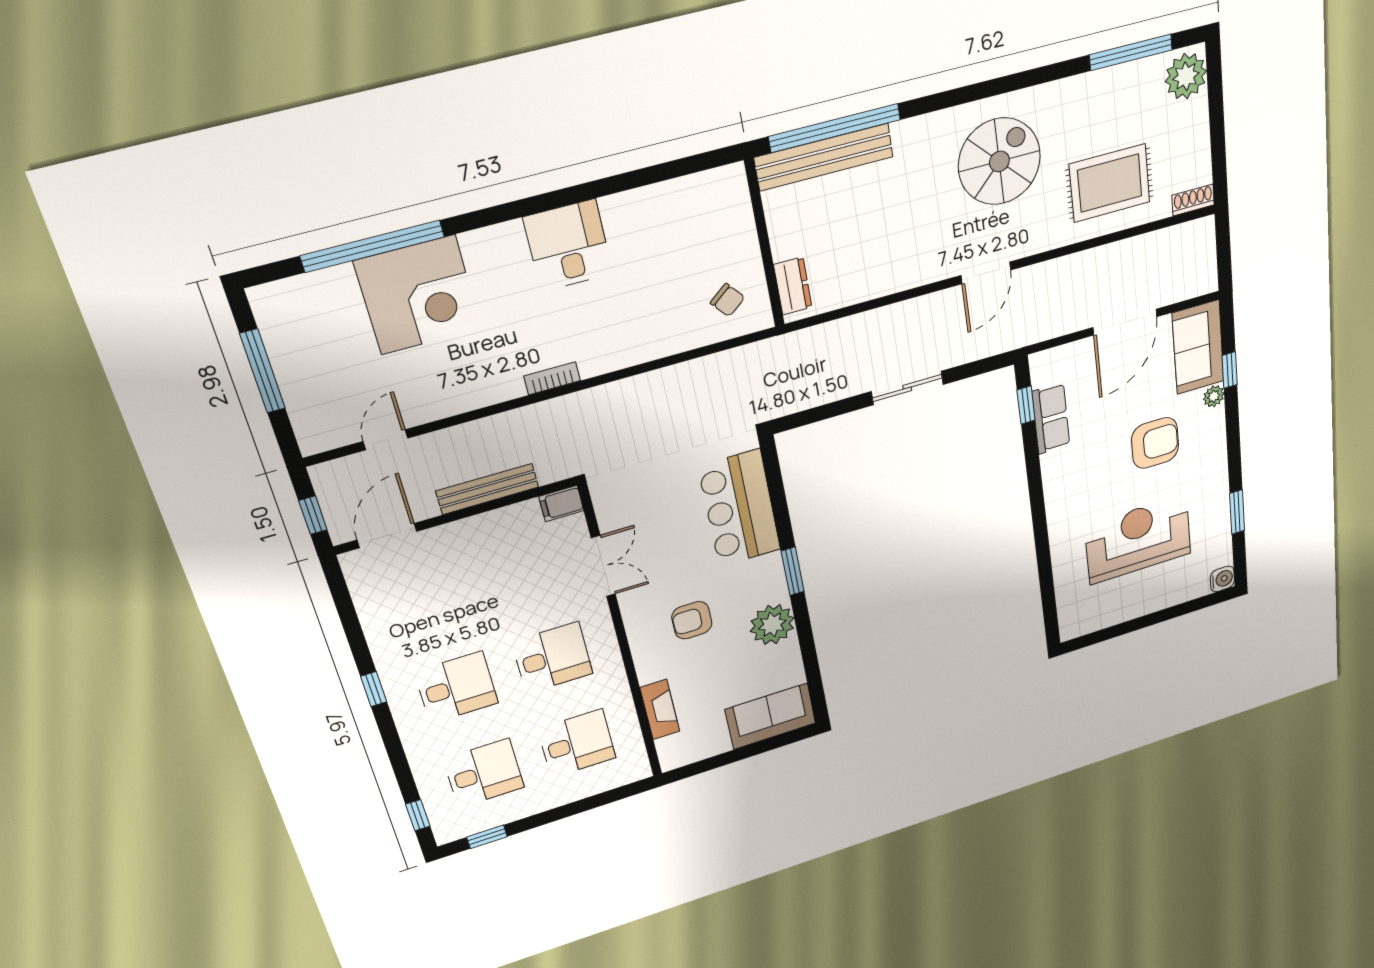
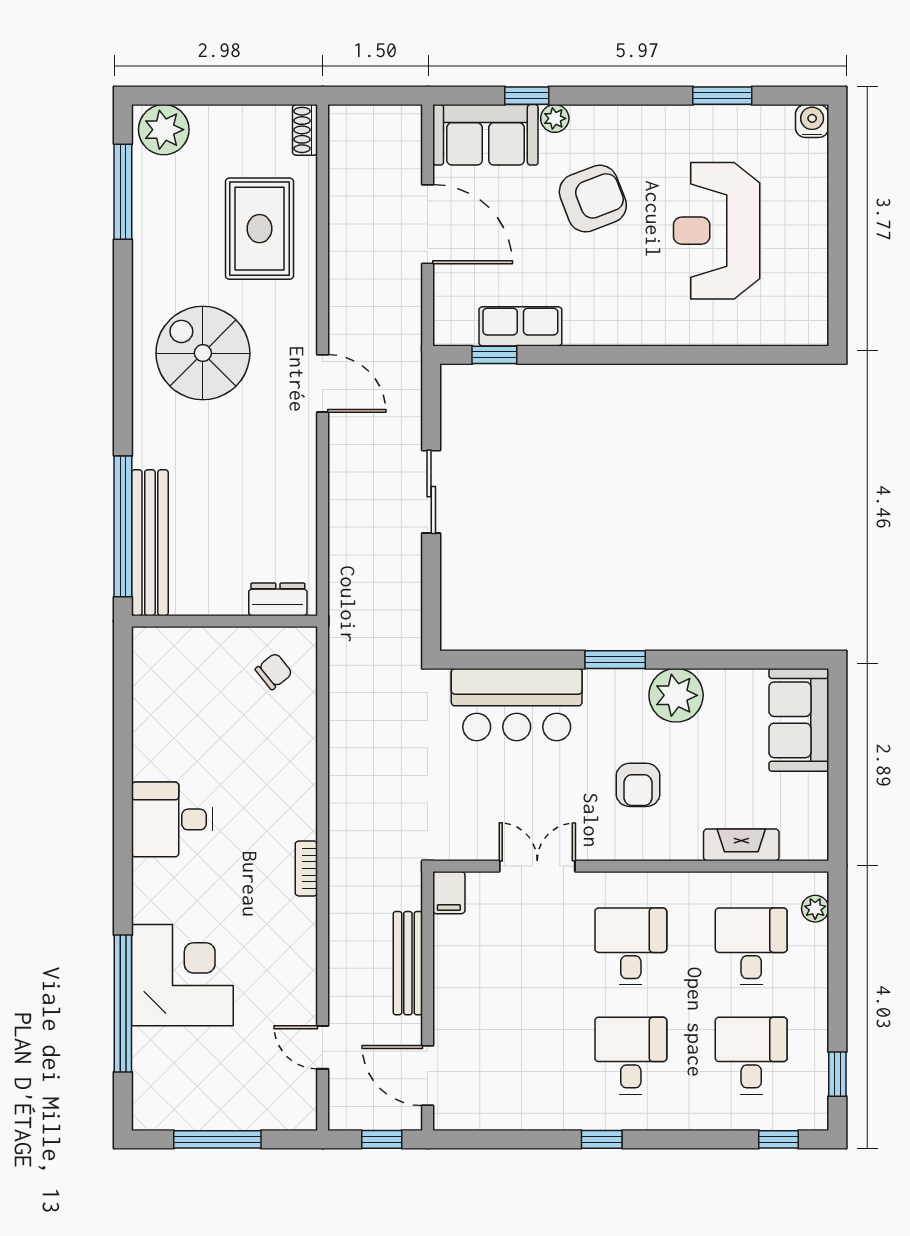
armchair: (1155, 443) -> (593, 199), turned 69
plant: (621, 777) -> (815, 909), added

